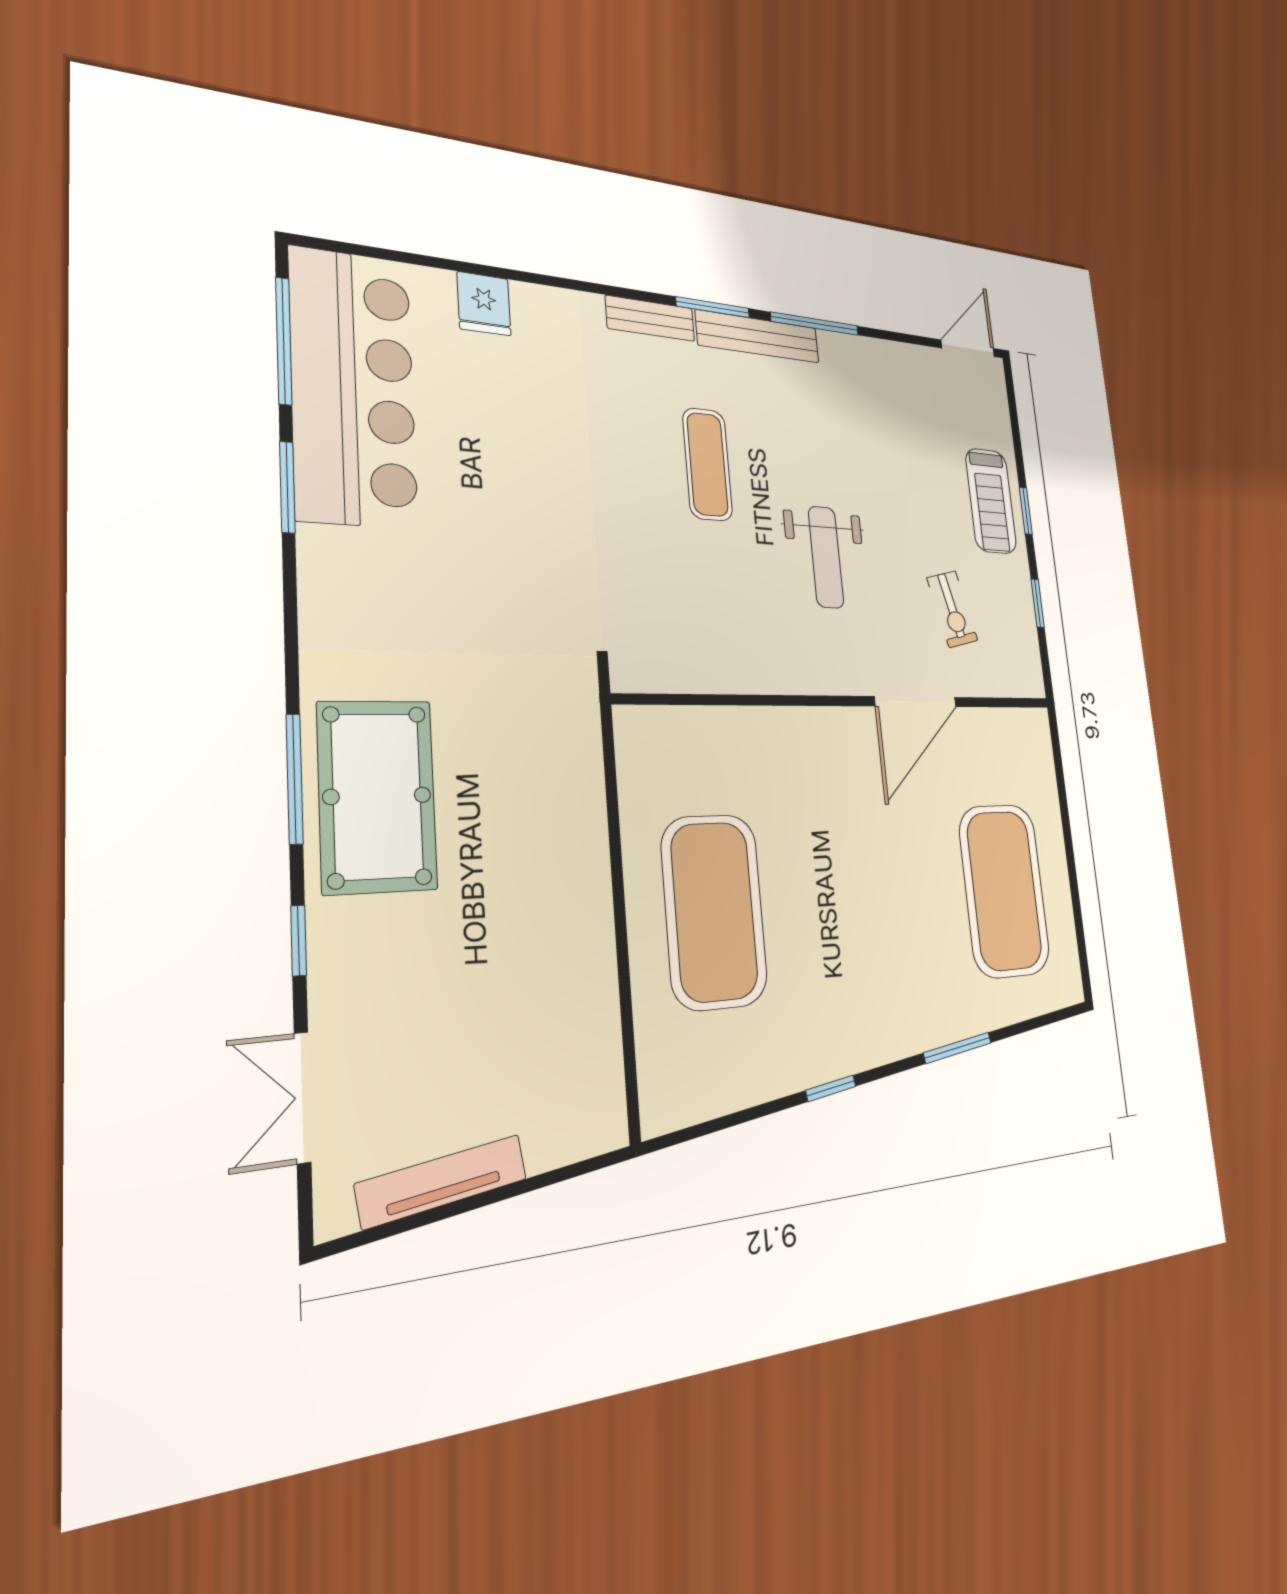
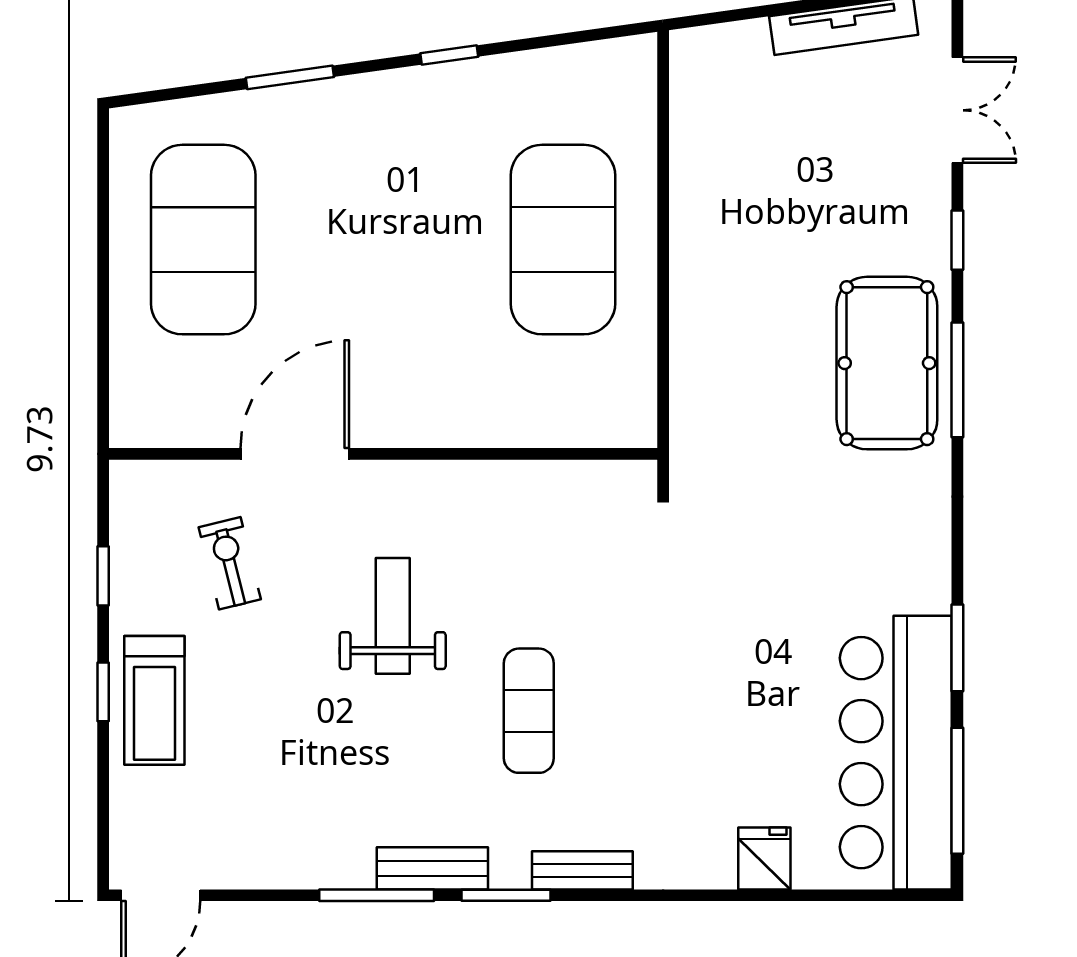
bench: (758, 336) -> (432, 868), width x0.73
treadmill: (991, 501) -> (154, 700), turned 180

